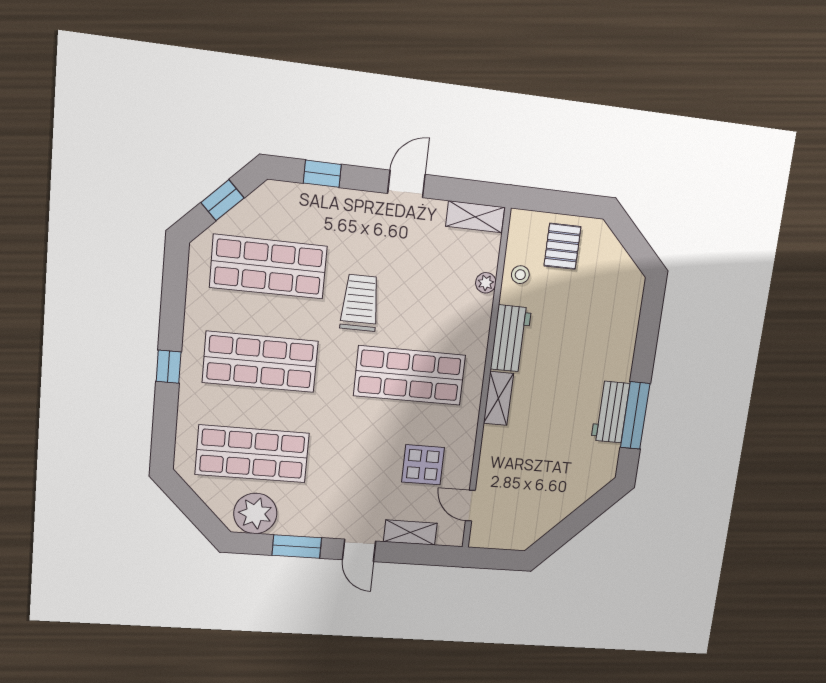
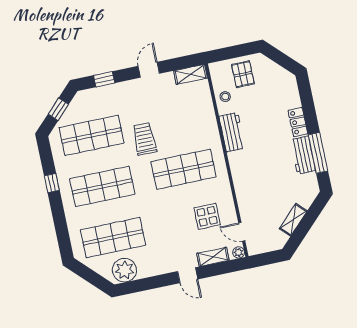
plant: (486, 283) -> (239, 252), moved
locker: (622, 356) -> (298, 122), added
window: (169, 367) -> (52, 183), moved
shelving: (498, 398) -> (293, 220), moved, turned 45
window: (297, 547) -> (153, 283), removed

